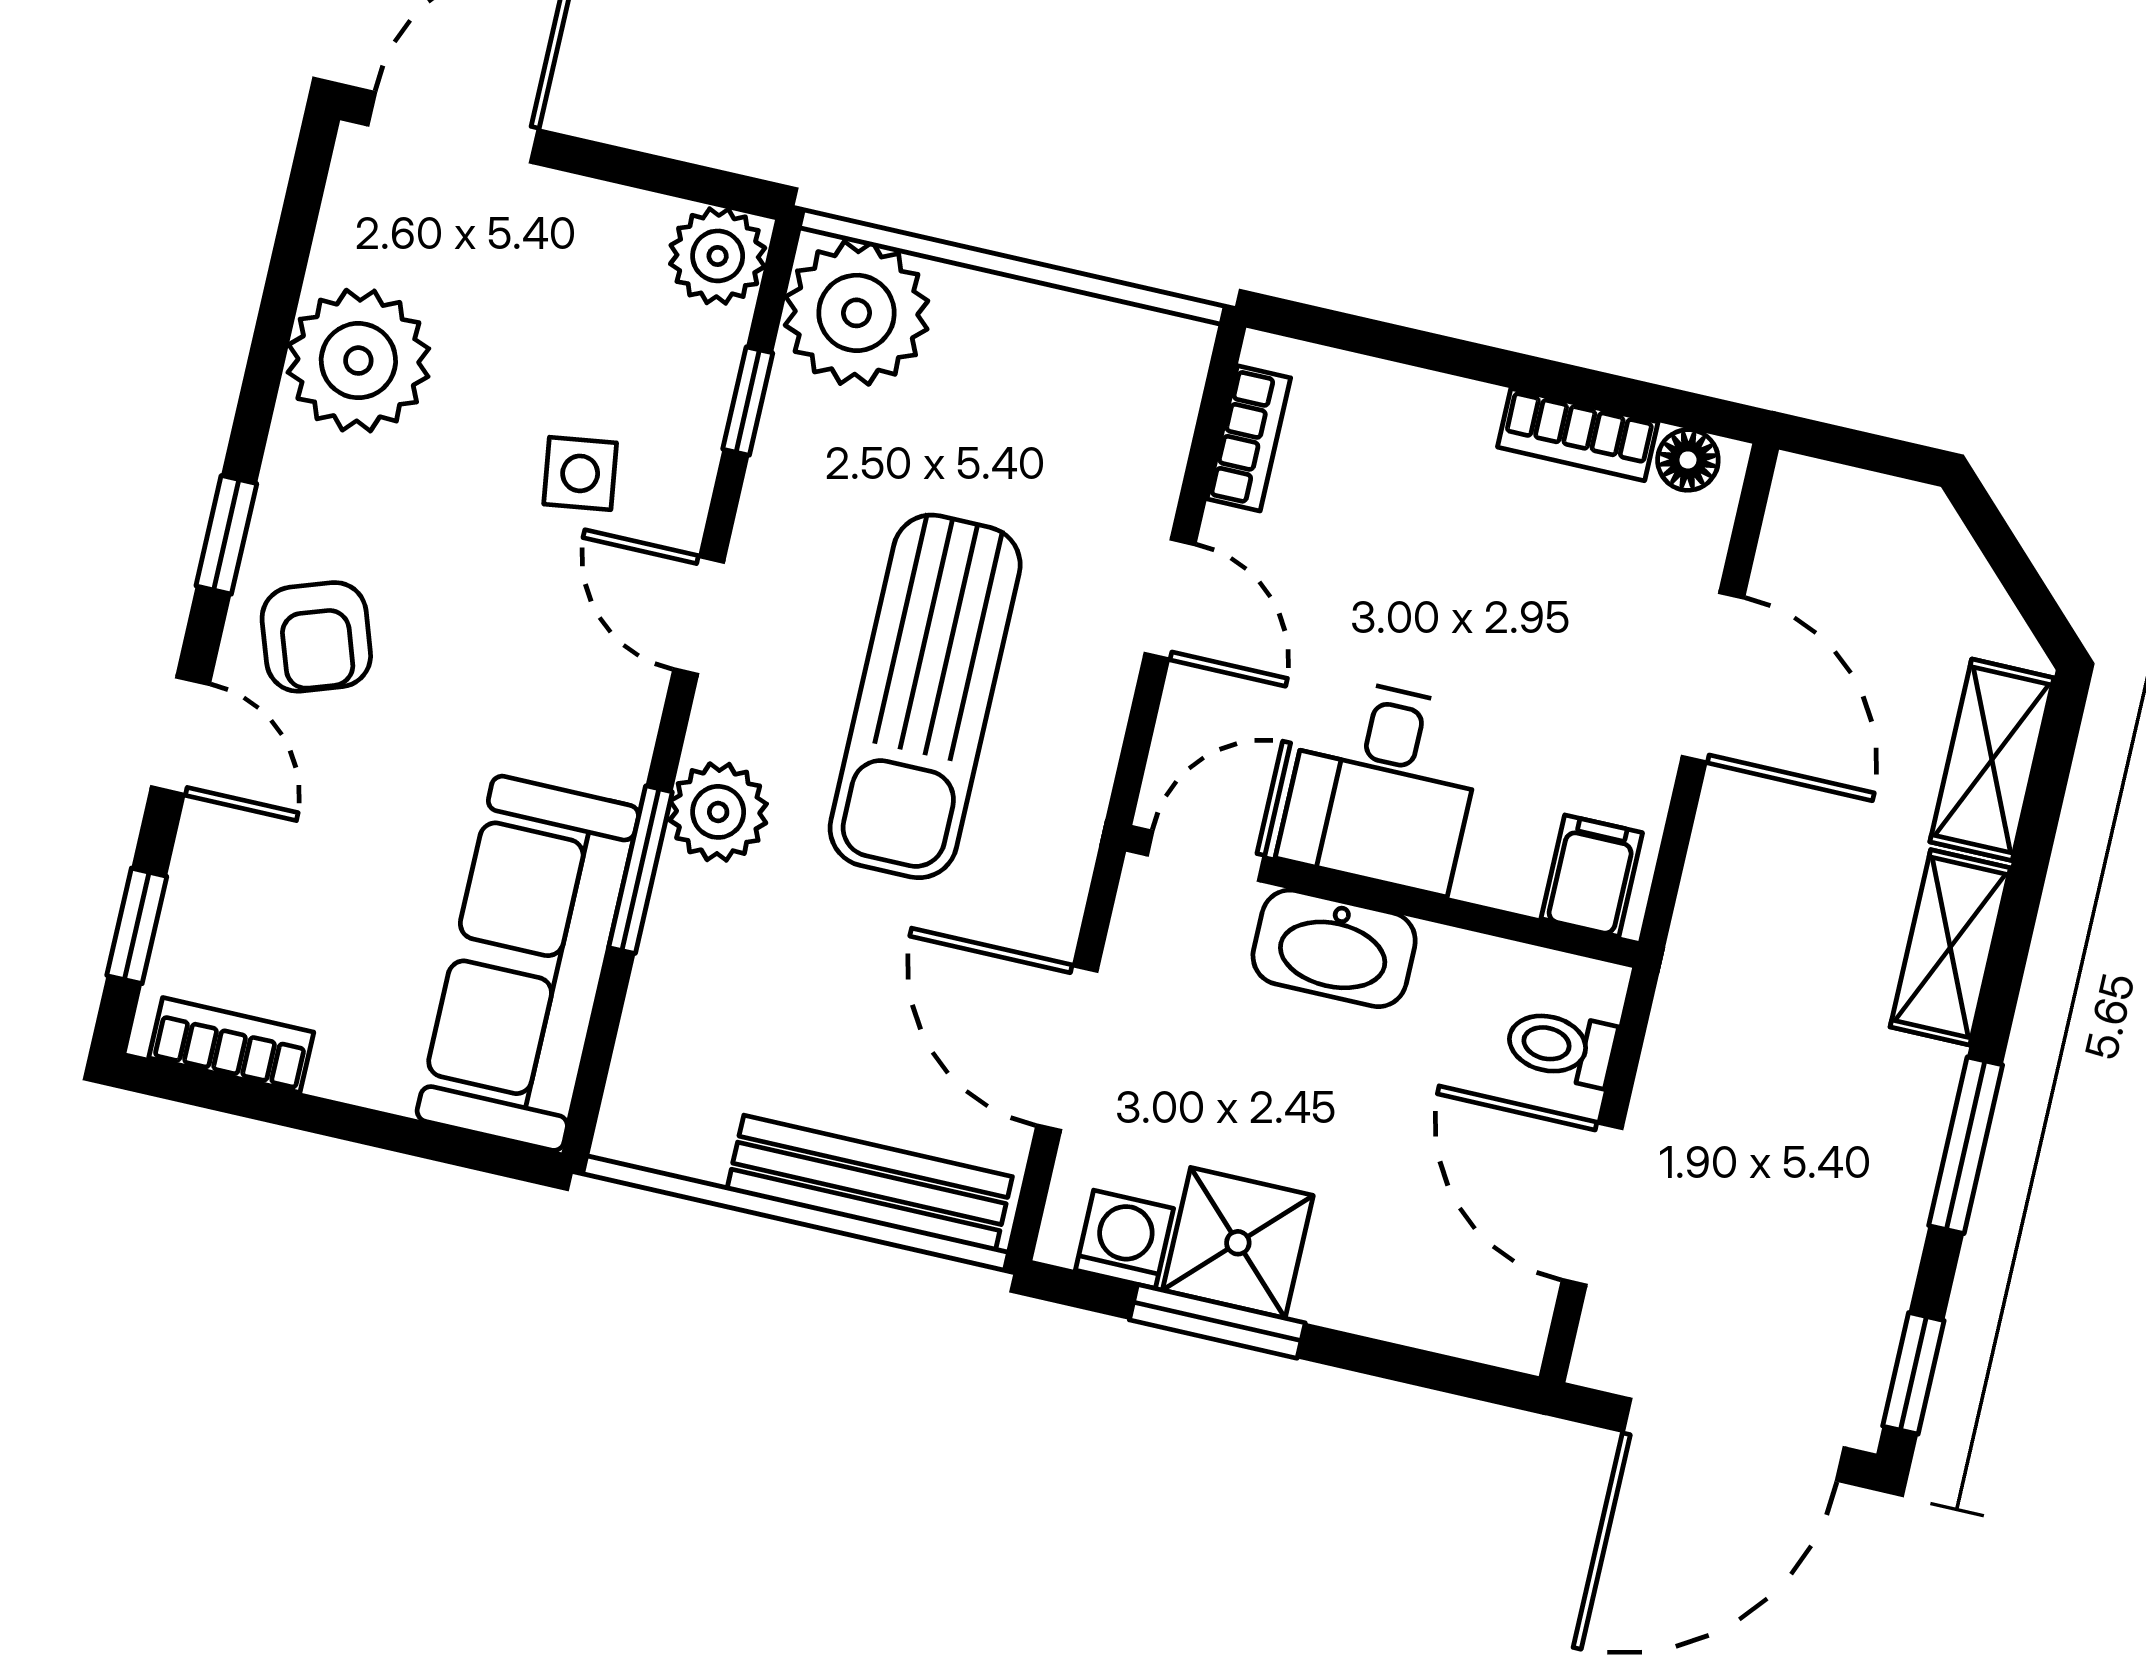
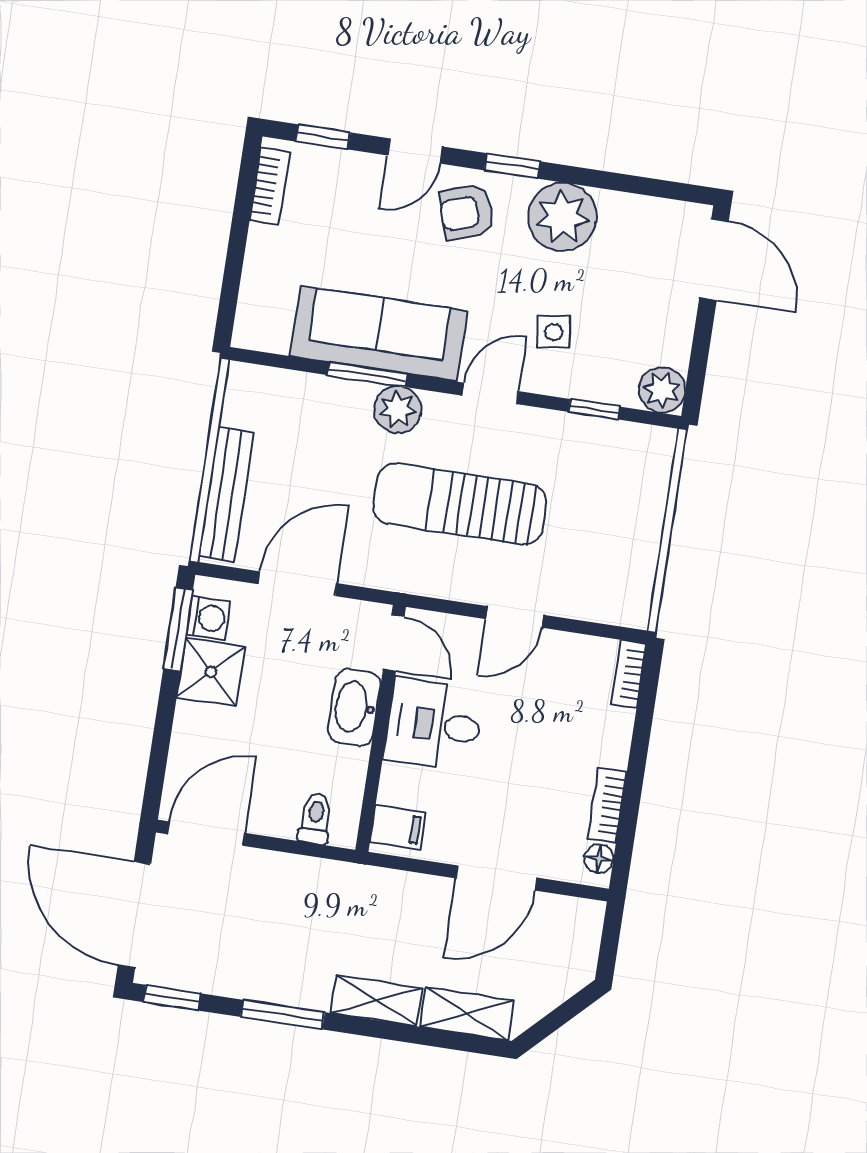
plant: (857, 313) -> (640, 458), removed
plant: (358, 361) -> (562, 217), moved
bookcase: (1249, 438) -> (629, 674), moved, turned 90
sofa: (528, 963) -> (378, 333), moved
door: (1592, 1204) -> (206, 834), moved
window: (1217, 1321) -> (178, 629), moved

